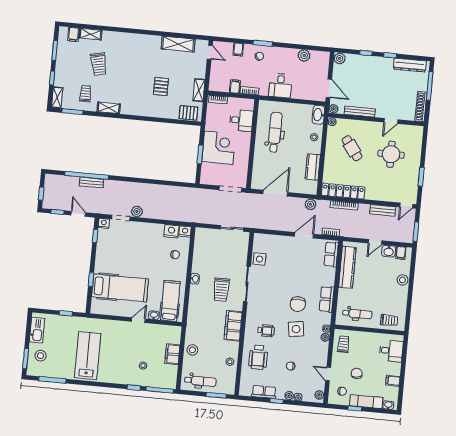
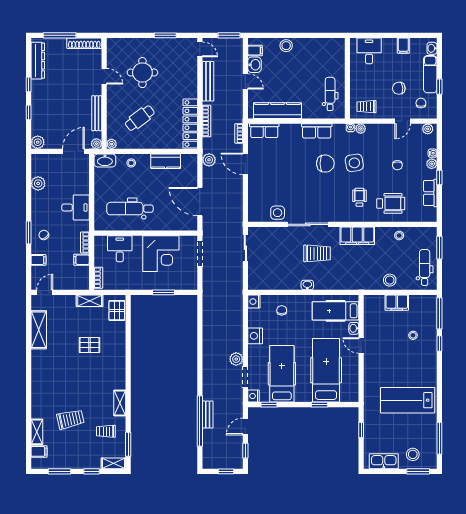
corner desk: (219, 148) -> (161, 254), moved, turned 180
bench: (383, 210) -> (208, 81), width x1.36
nightstand: (171, 231) -> (255, 336), moved
hospital bed: (121, 250) -> (282, 374), added
trolley: (389, 320) -> (334, 57), removed

